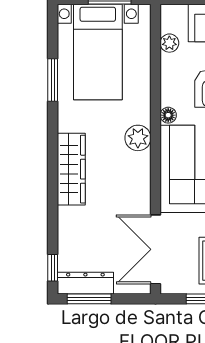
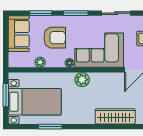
plant: (169, 43) -> (40, 62), moved
wardrobe: (71, 169) -> (115, 116), moved

